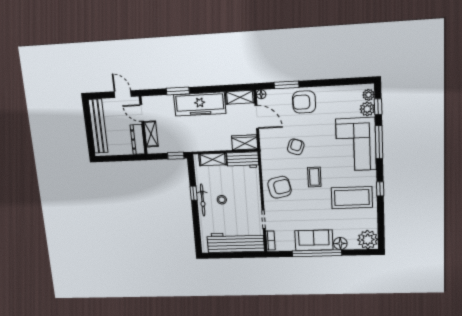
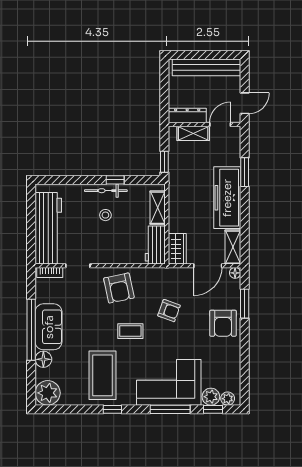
armchair: (304, 102) -> (223, 323), turned 180

